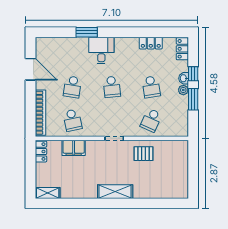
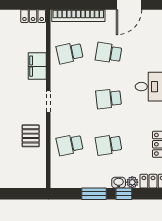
plant: (183, 90) -> (132, 182), moved
school desk: (151, 120) -> (70, 145), turned -36
filing cabinet: (74, 148) -> (37, 66), moved

